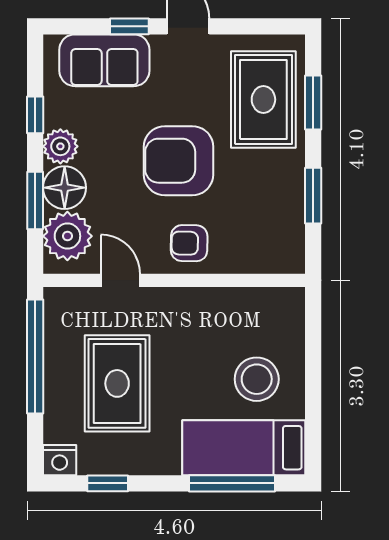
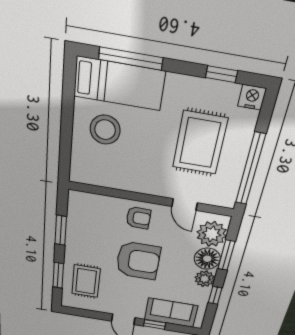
rug: (263, 100) -> (86, 281), width x0.73, depth x0.70

